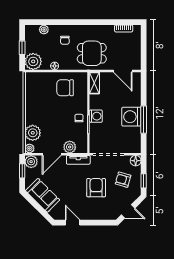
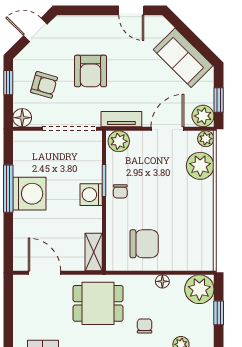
plant: (70, 147) -> (119, 141), moved

